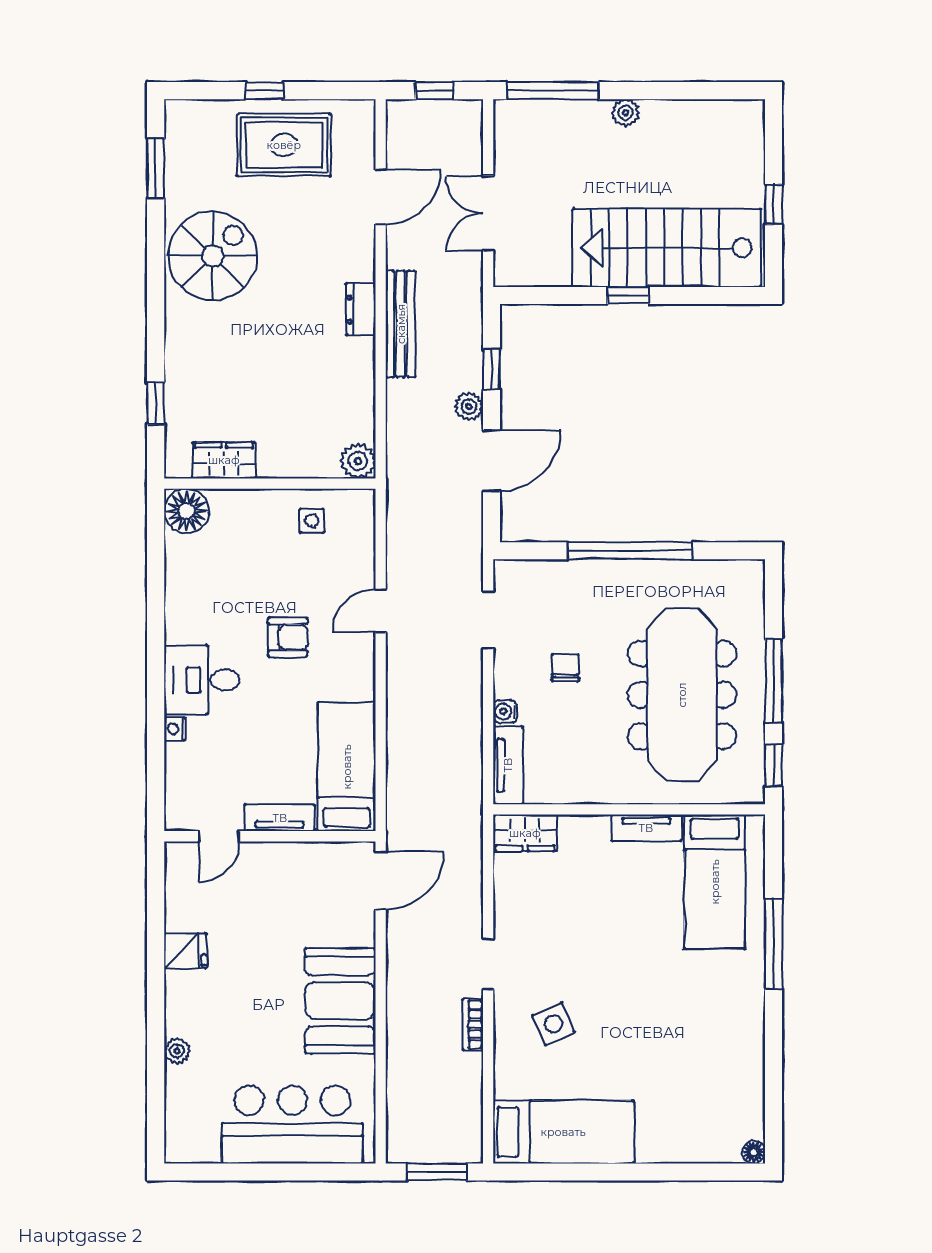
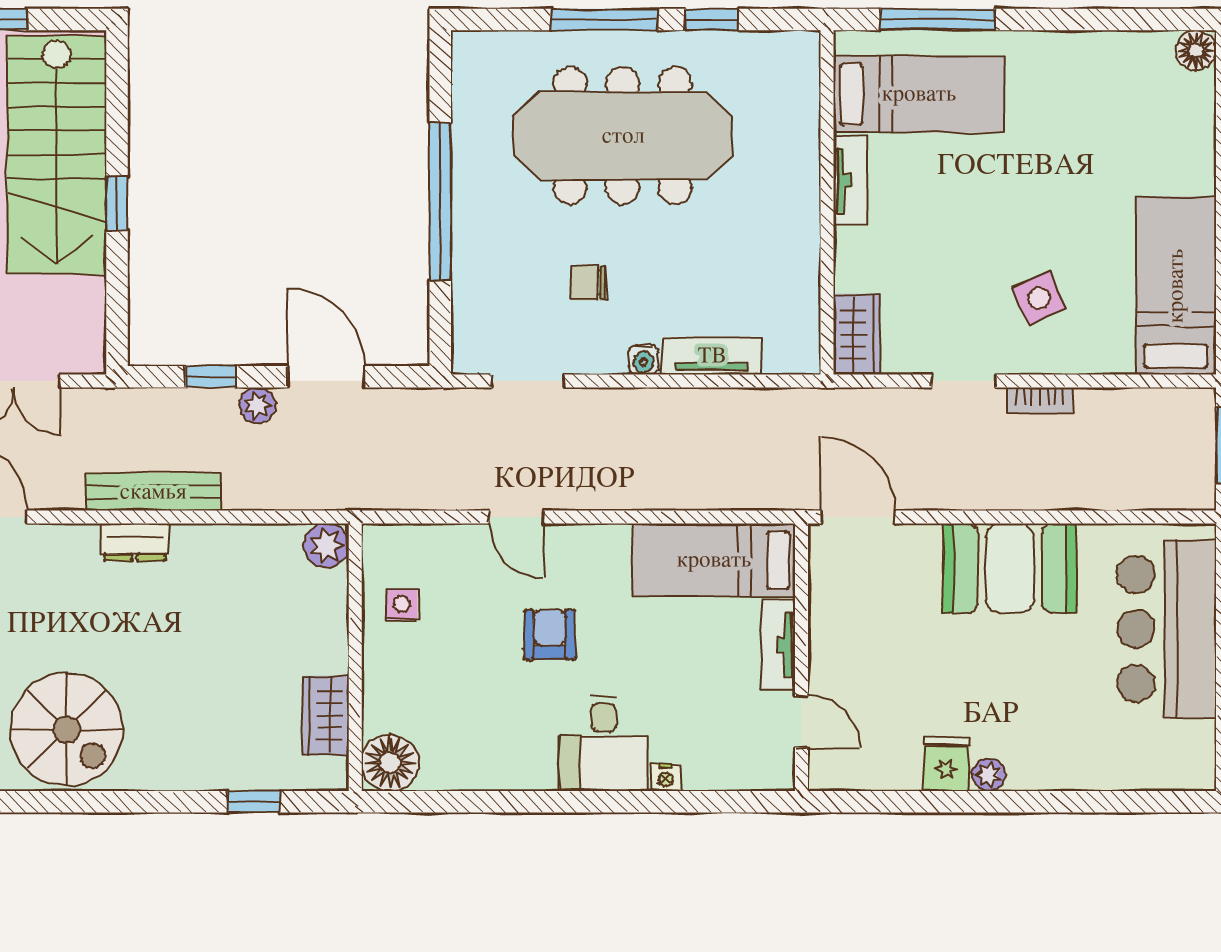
spiral stairs: (213, 256) -> (67, 730), turned 180
wall: (629, 809) -> (827, 202), moved
tv unit: (646, 828) -> (850, 180), moved
wardrobe: (525, 833) -> (857, 334), moved
bed: (715, 882) -> (919, 94), moved
plant: (177, 1051) -> (989, 775), moved
floor lamp: (754, 1152) -> (1196, 50), width x1.37, depth x1.37

